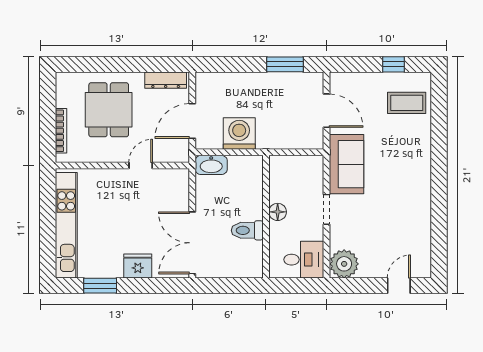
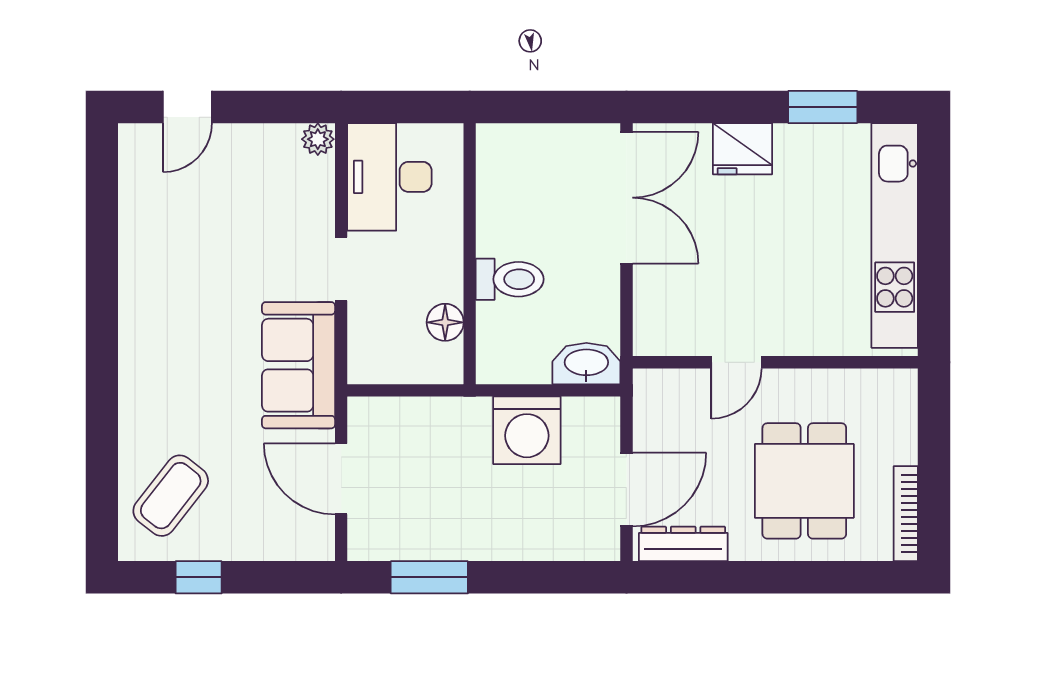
coffee table: (407, 103) -> (171, 496), turned -52
door: (192, 121) -> (626, 490), moved
bookcase: (61, 131) -> (906, 514), moved
floor lamp: (278, 212) -> (445, 322), moved
toilet: (247, 230) -> (510, 279), moved
desk: (304, 260) -> (389, 177), width x1.37
plant: (344, 264) -> (318, 139), width x0.53, depth x0.53

